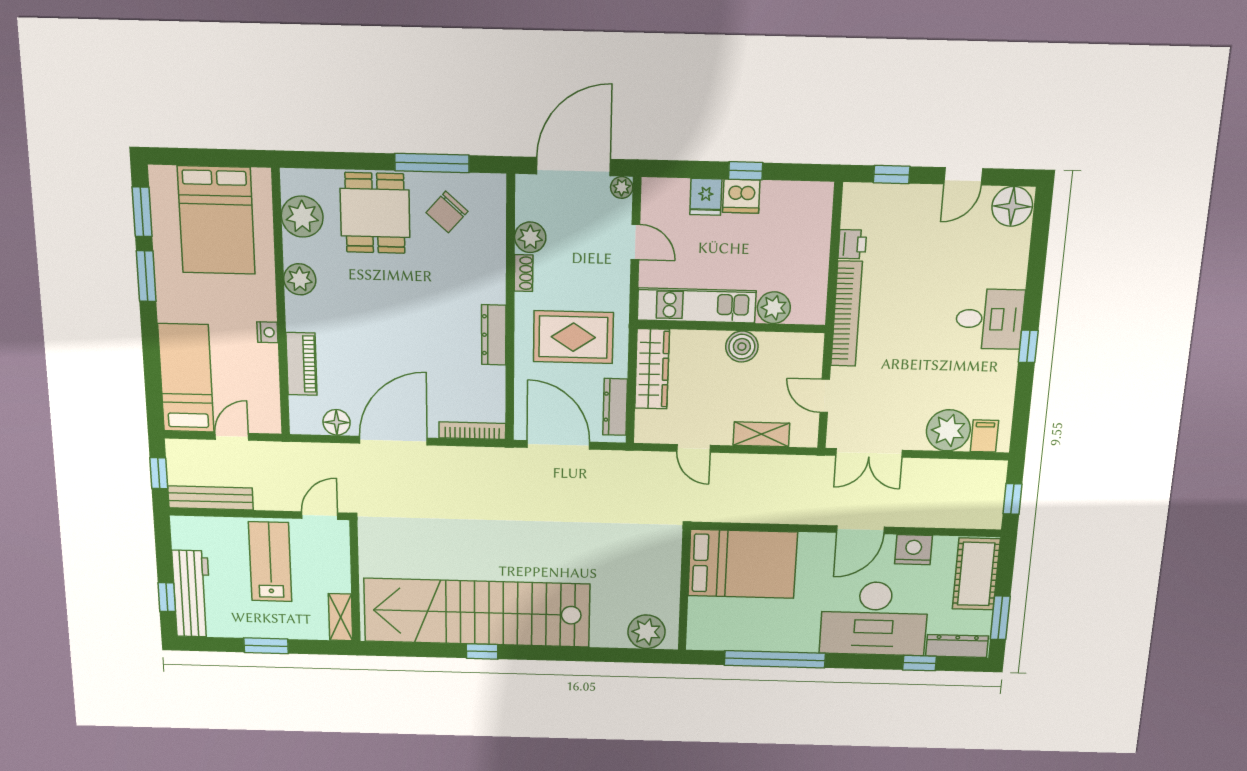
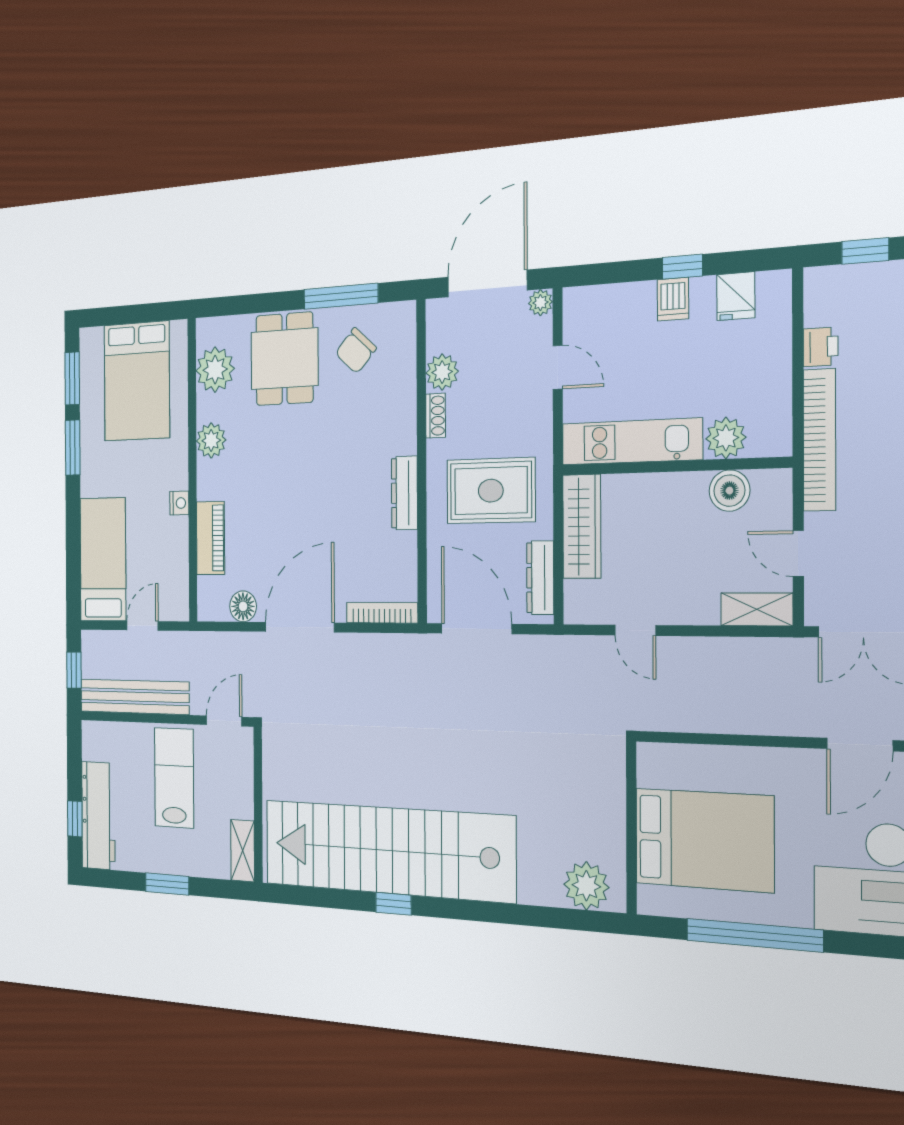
dishwasher: (741, 196) -> (673, 299), width x0.73
fridge: (706, 197) -> (736, 296), moved
boiler: (742, 347) -> (729, 491), moved
shelving: (761, 434) -> (757, 609), moved
bench: (210, 498) -> (134, 697), width x1.37, depth x1.21
bed: (742, 564) -> (704, 840), moved

